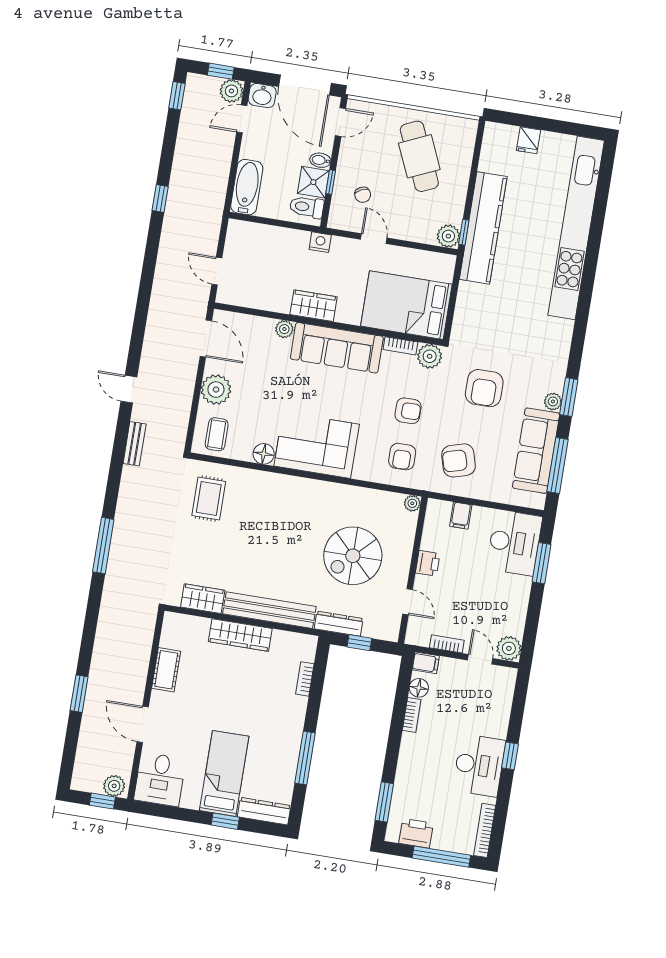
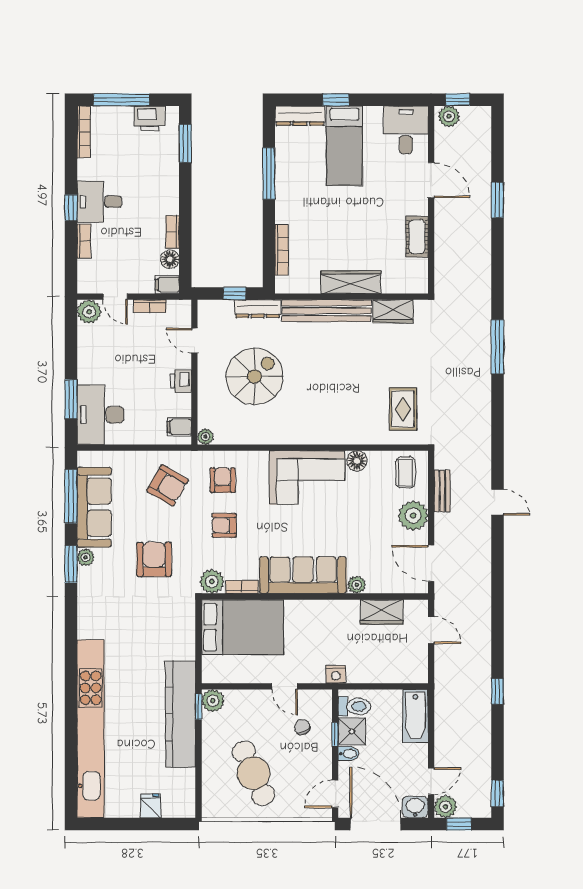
wardrobe: (314, 306) -> (382, 612), moved
bench: (135, 444) -> (442, 491), moved
armchair: (459, 460) -> (168, 485), turned 46
filing cabinet: (461, 516) -> (179, 427), moved, turned -90
bookcase: (305, 679) -> (281, 250), width x1.56
bookcase: (502, 721) -> (84, 241), added
desk: (479, 765) -> (99, 202), width x0.73

